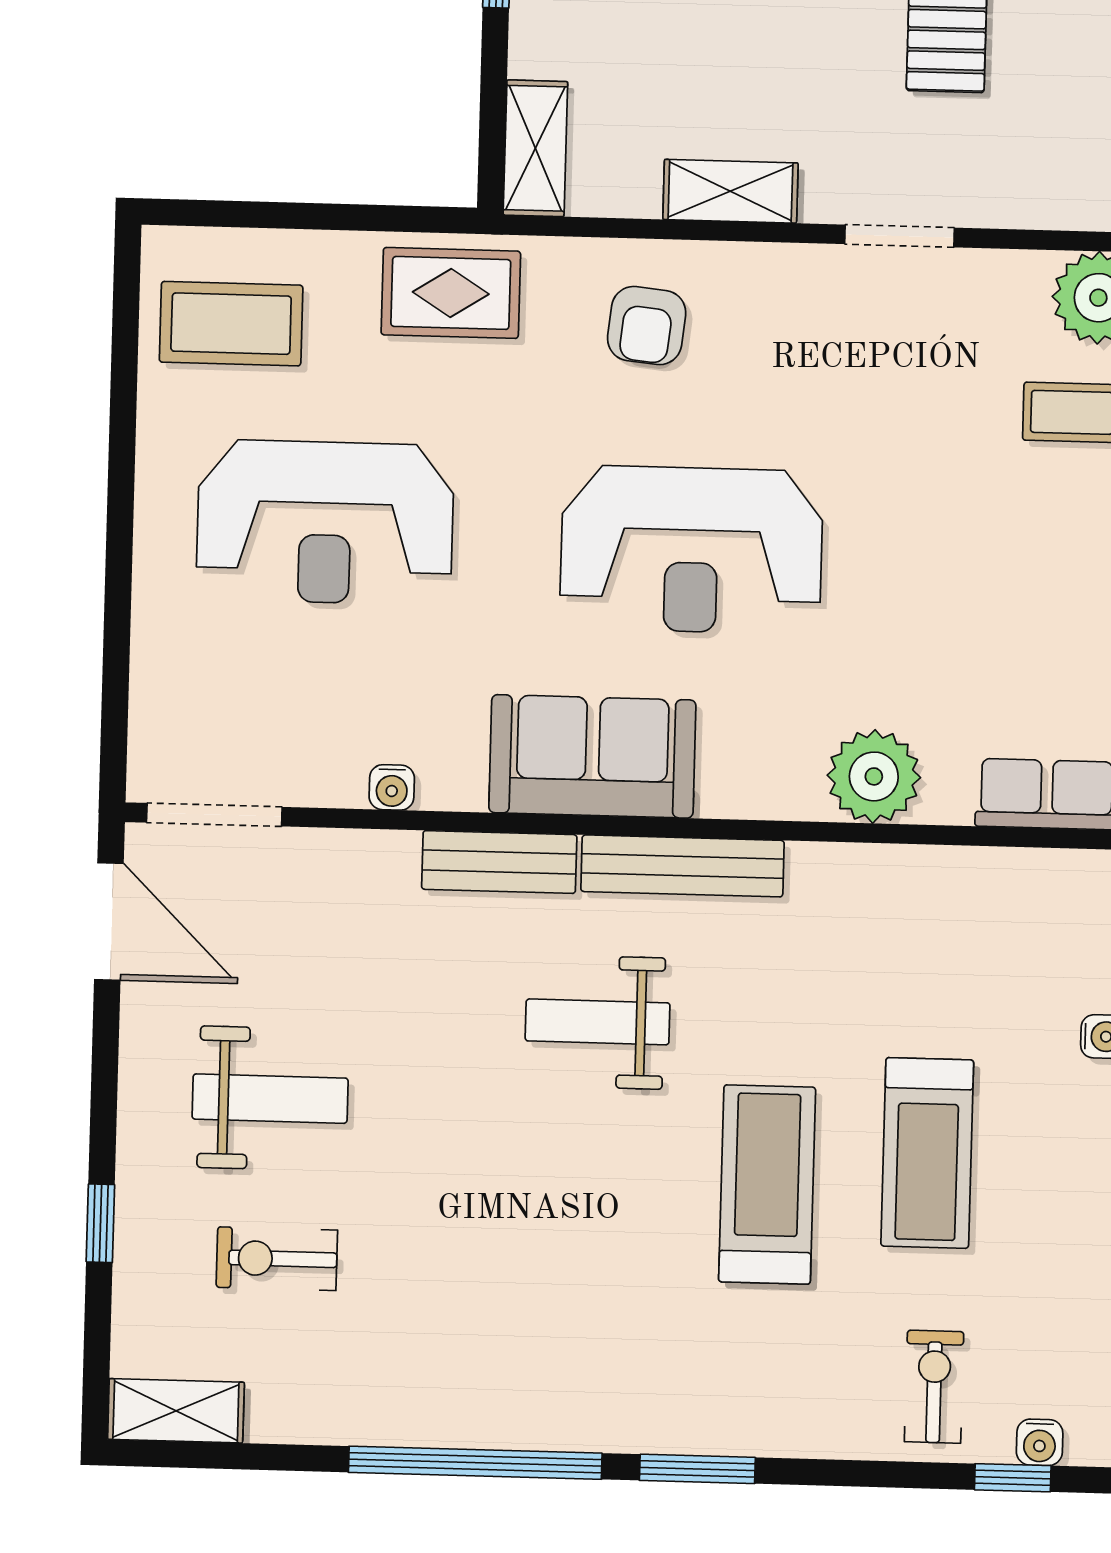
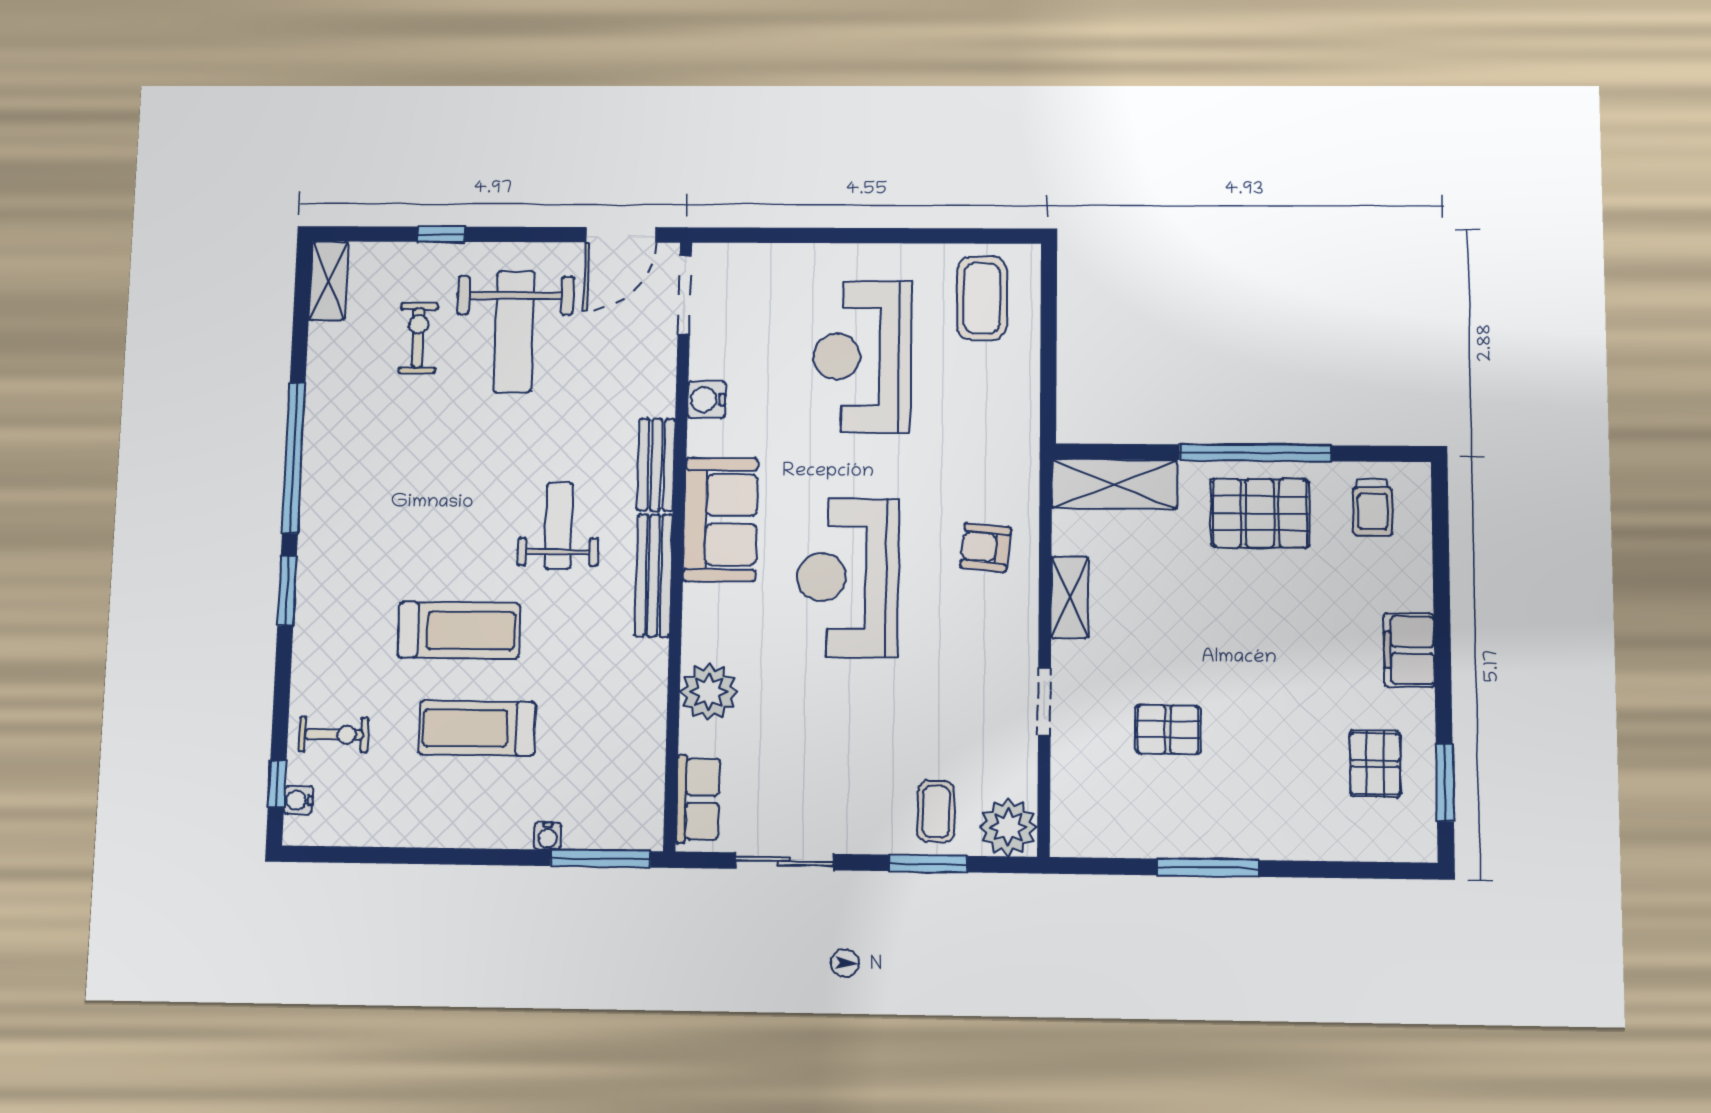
shelving: (535, 148) -> (1114, 484), width x1.50, depth x1.33
rug: (451, 293) -> (1003, 429), removed
water cooler: (392, 787) -> (707, 400), width x1.38, depth x1.38
weight bench: (270, 1099) -> (514, 332), width x1.36, depth x1.33

